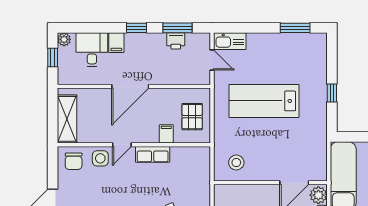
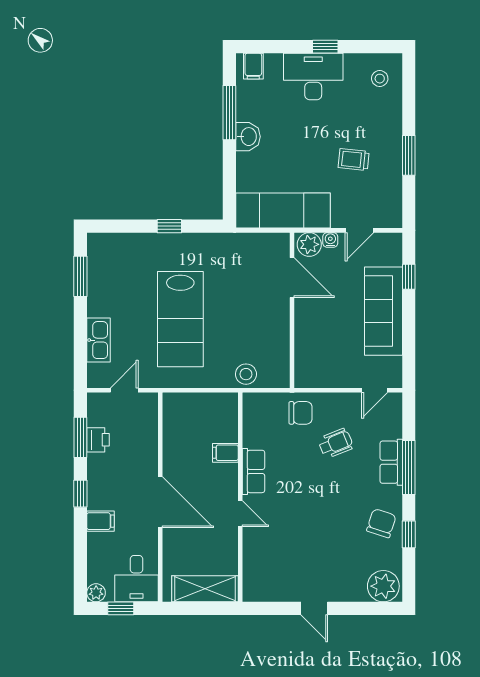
kitchen sink: (230, 41) -> (98, 340), moved
desk: (92, 50) -> (136, 579), moved, turned -90
pallet: (192, 117) -> (202, 417), removed
side table: (100, 158) -> (259, 543), removed
chair: (74, 161) -> (301, 413), moved
stool: (236, 163) -> (246, 374), moved

